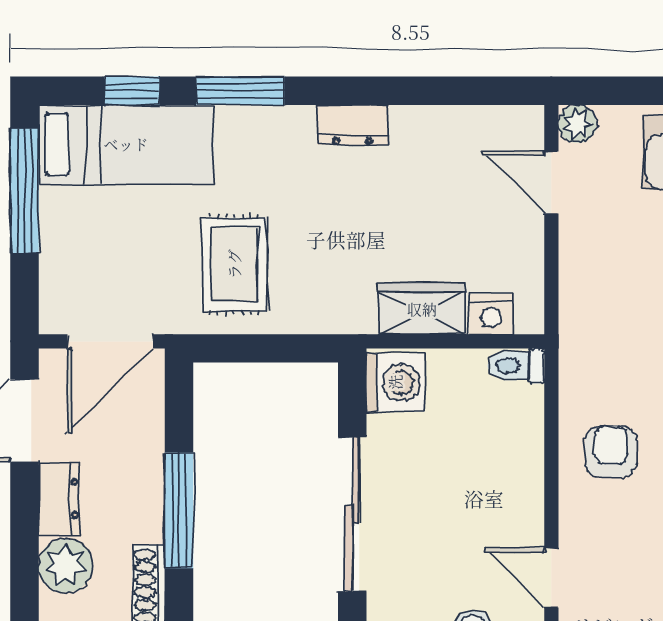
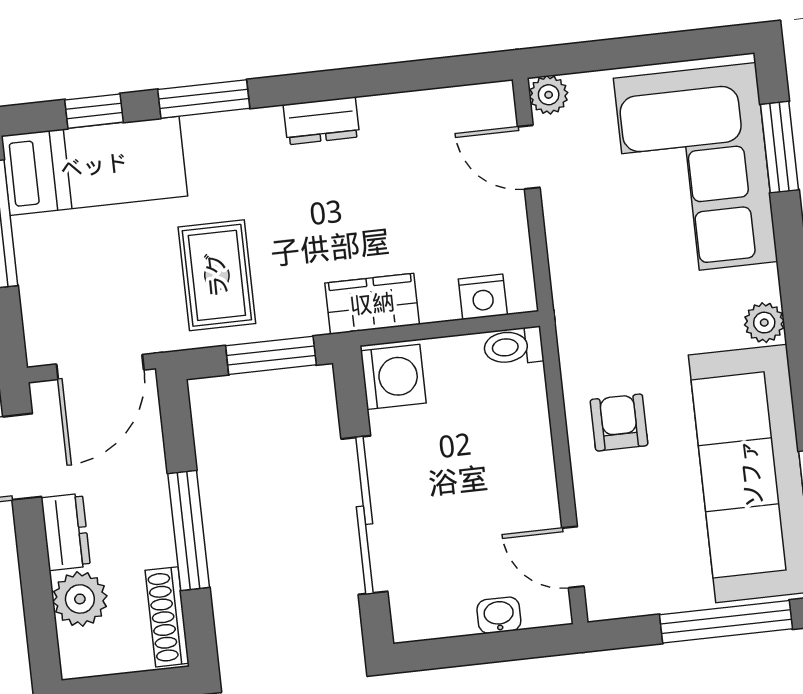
wardrobe: (422, 309) -> (372, 304), moved
window: (278, 348) -> (271, 355), added

